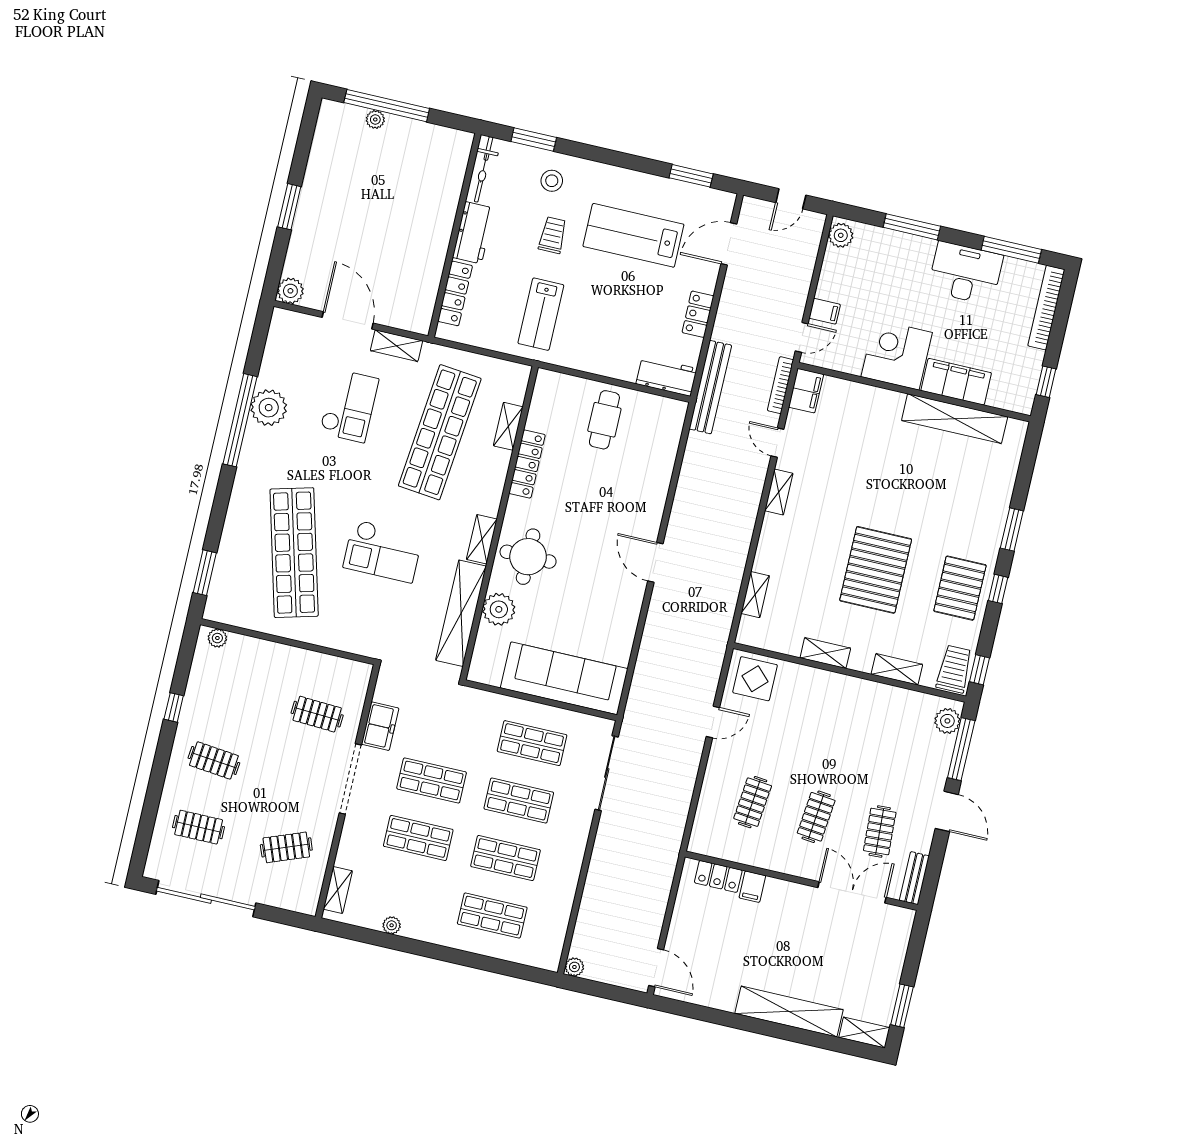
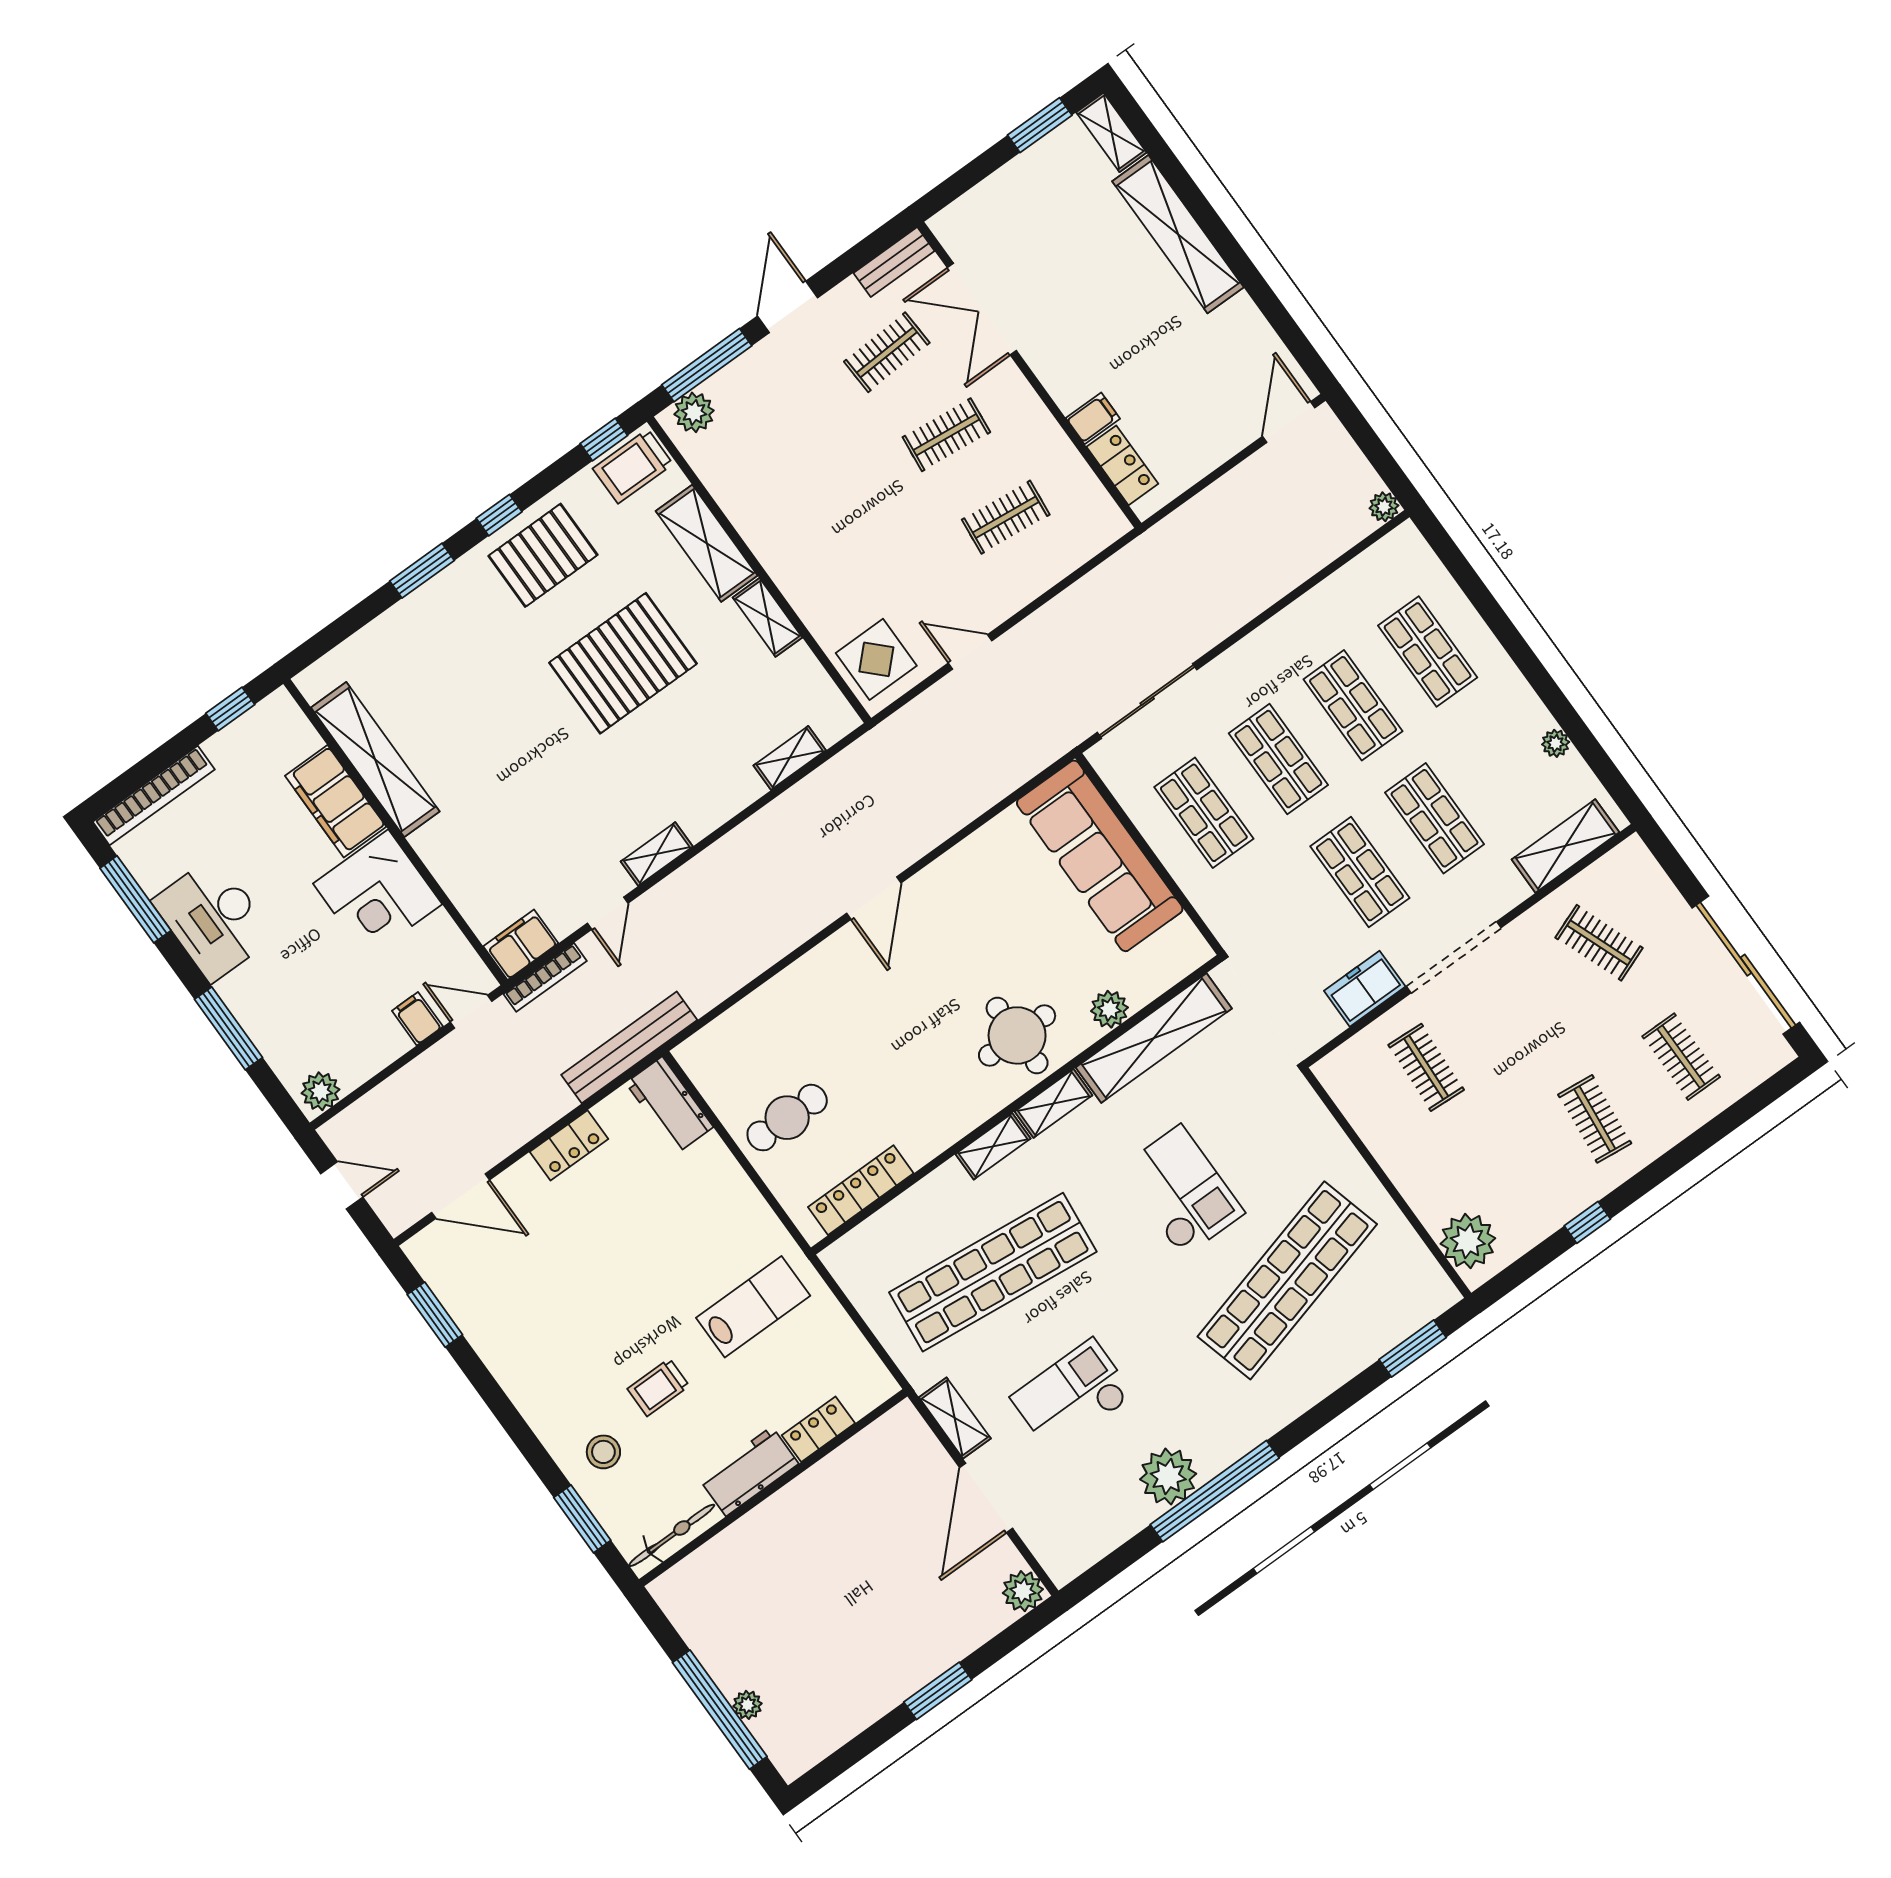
lab bench: (633, 235) -> (564, 1304), removed
locker: (455, 293) -> (818, 1429), width x0.66
shelving: (508, 426) -> (993, 1146), moved
locker: (527, 464) -> (861, 1190), moved
plant: (499, 609) -> (1109, 1009), width x0.73, depth x0.73
plant: (217, 638) -> (1468, 1241), width x1.88, depth x1.88
shelving: (897, 669) -> (707, 543), width x1.50, depth x1.33
shelving: (338, 890) -> (1565, 846), width x1.50, depth x1.33

